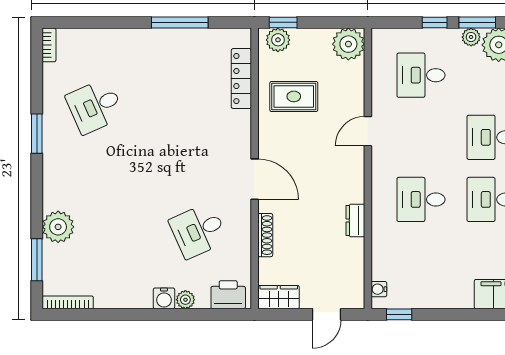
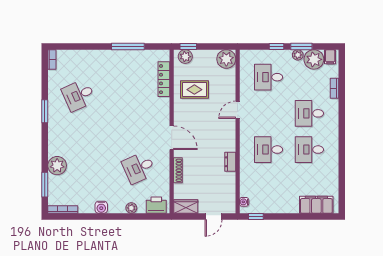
water cooler: (164, 298) -> (101, 207), moved

